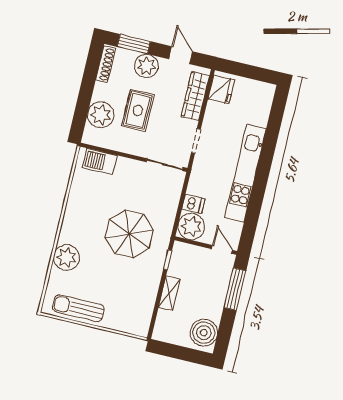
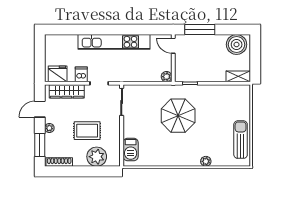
plant: (146, 66) -> (49, 128), width x0.53, depth x0.53
dishwasher: (193, 204) -> (81, 74), moved
plant: (191, 226) -> (167, 77), width x0.53, depth x0.53
door: (222, 249) -> (173, 46), hinge flipped
plant: (66, 257) -> (206, 161), width x0.53, depth x0.53
shelving: (169, 293) -> (238, 76), moved
sun lounger: (78, 308) -> (241, 140), turned 180

